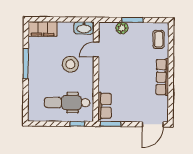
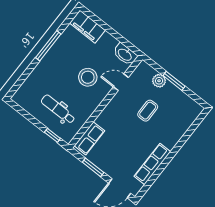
coffee table: (159, 39) -> (148, 111), moved
row of seats: (162, 77) -> (152, 164), moved
dental chair: (67, 103) -> (58, 109), width x0.73, depth x0.72
window: (111, 124) -> (93, 167), moved

